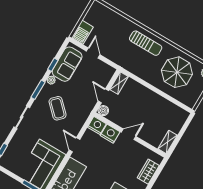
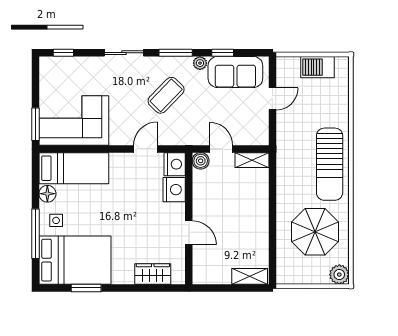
barbecue: (82, 32) -> (318, 67), moved
sun lounger: (146, 43) -> (330, 164), width x1.36, depth x1.34
door: (103, 96) -> (221, 149), hinge flipped
door: (129, 134) -> (189, 233), moved
shelving: (168, 142) -> (250, 276), moved
door: (74, 145) -> (145, 149), moved

